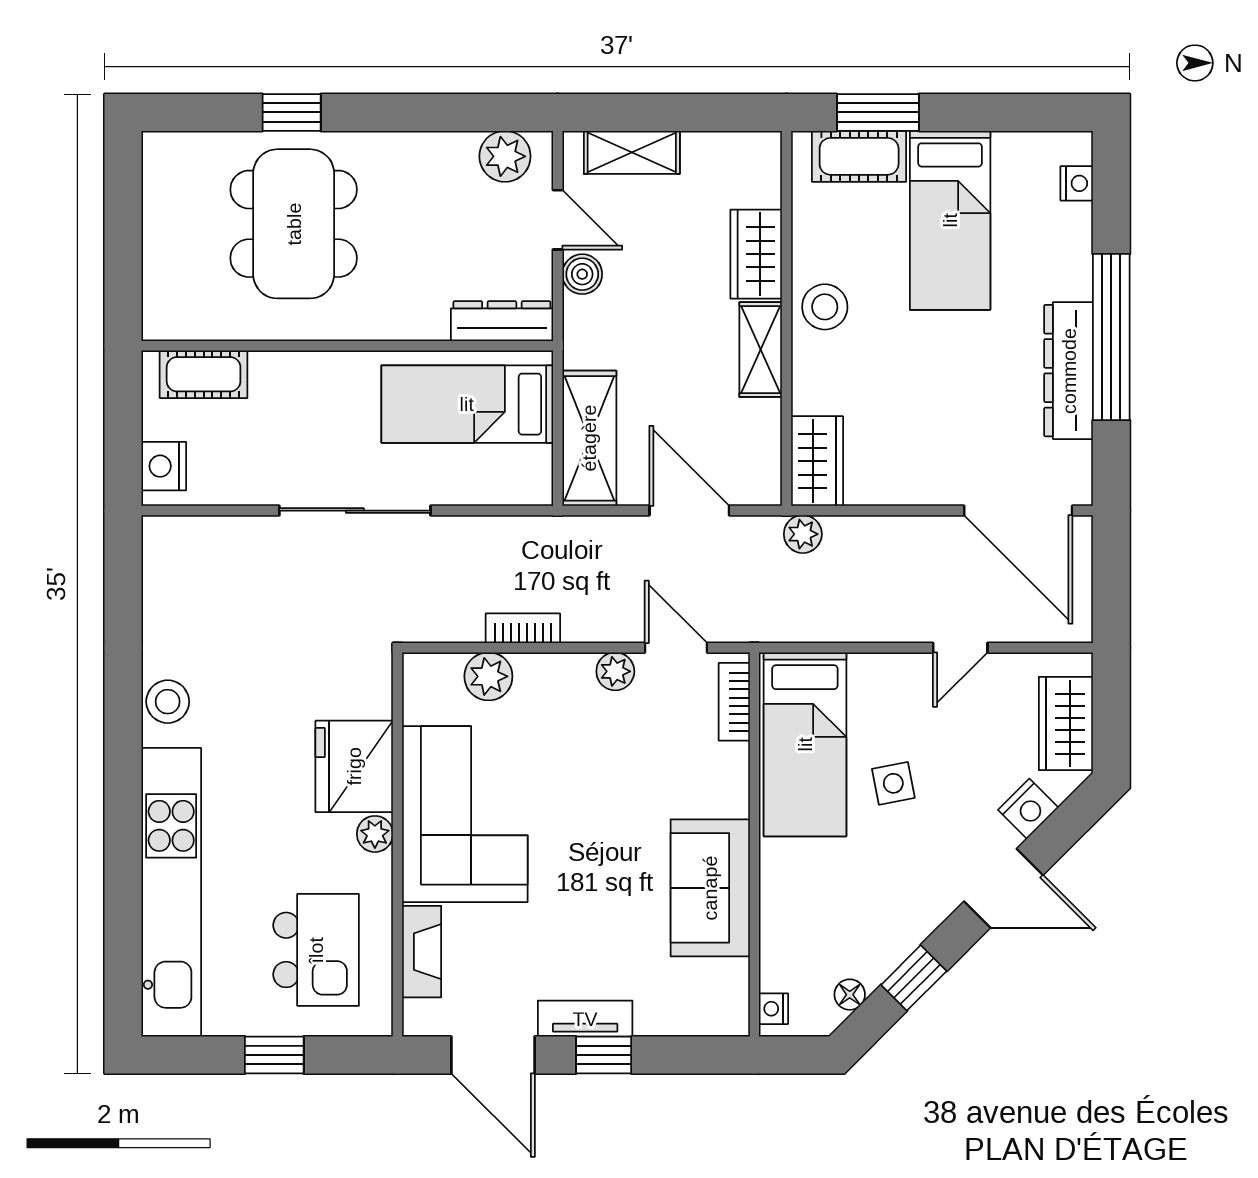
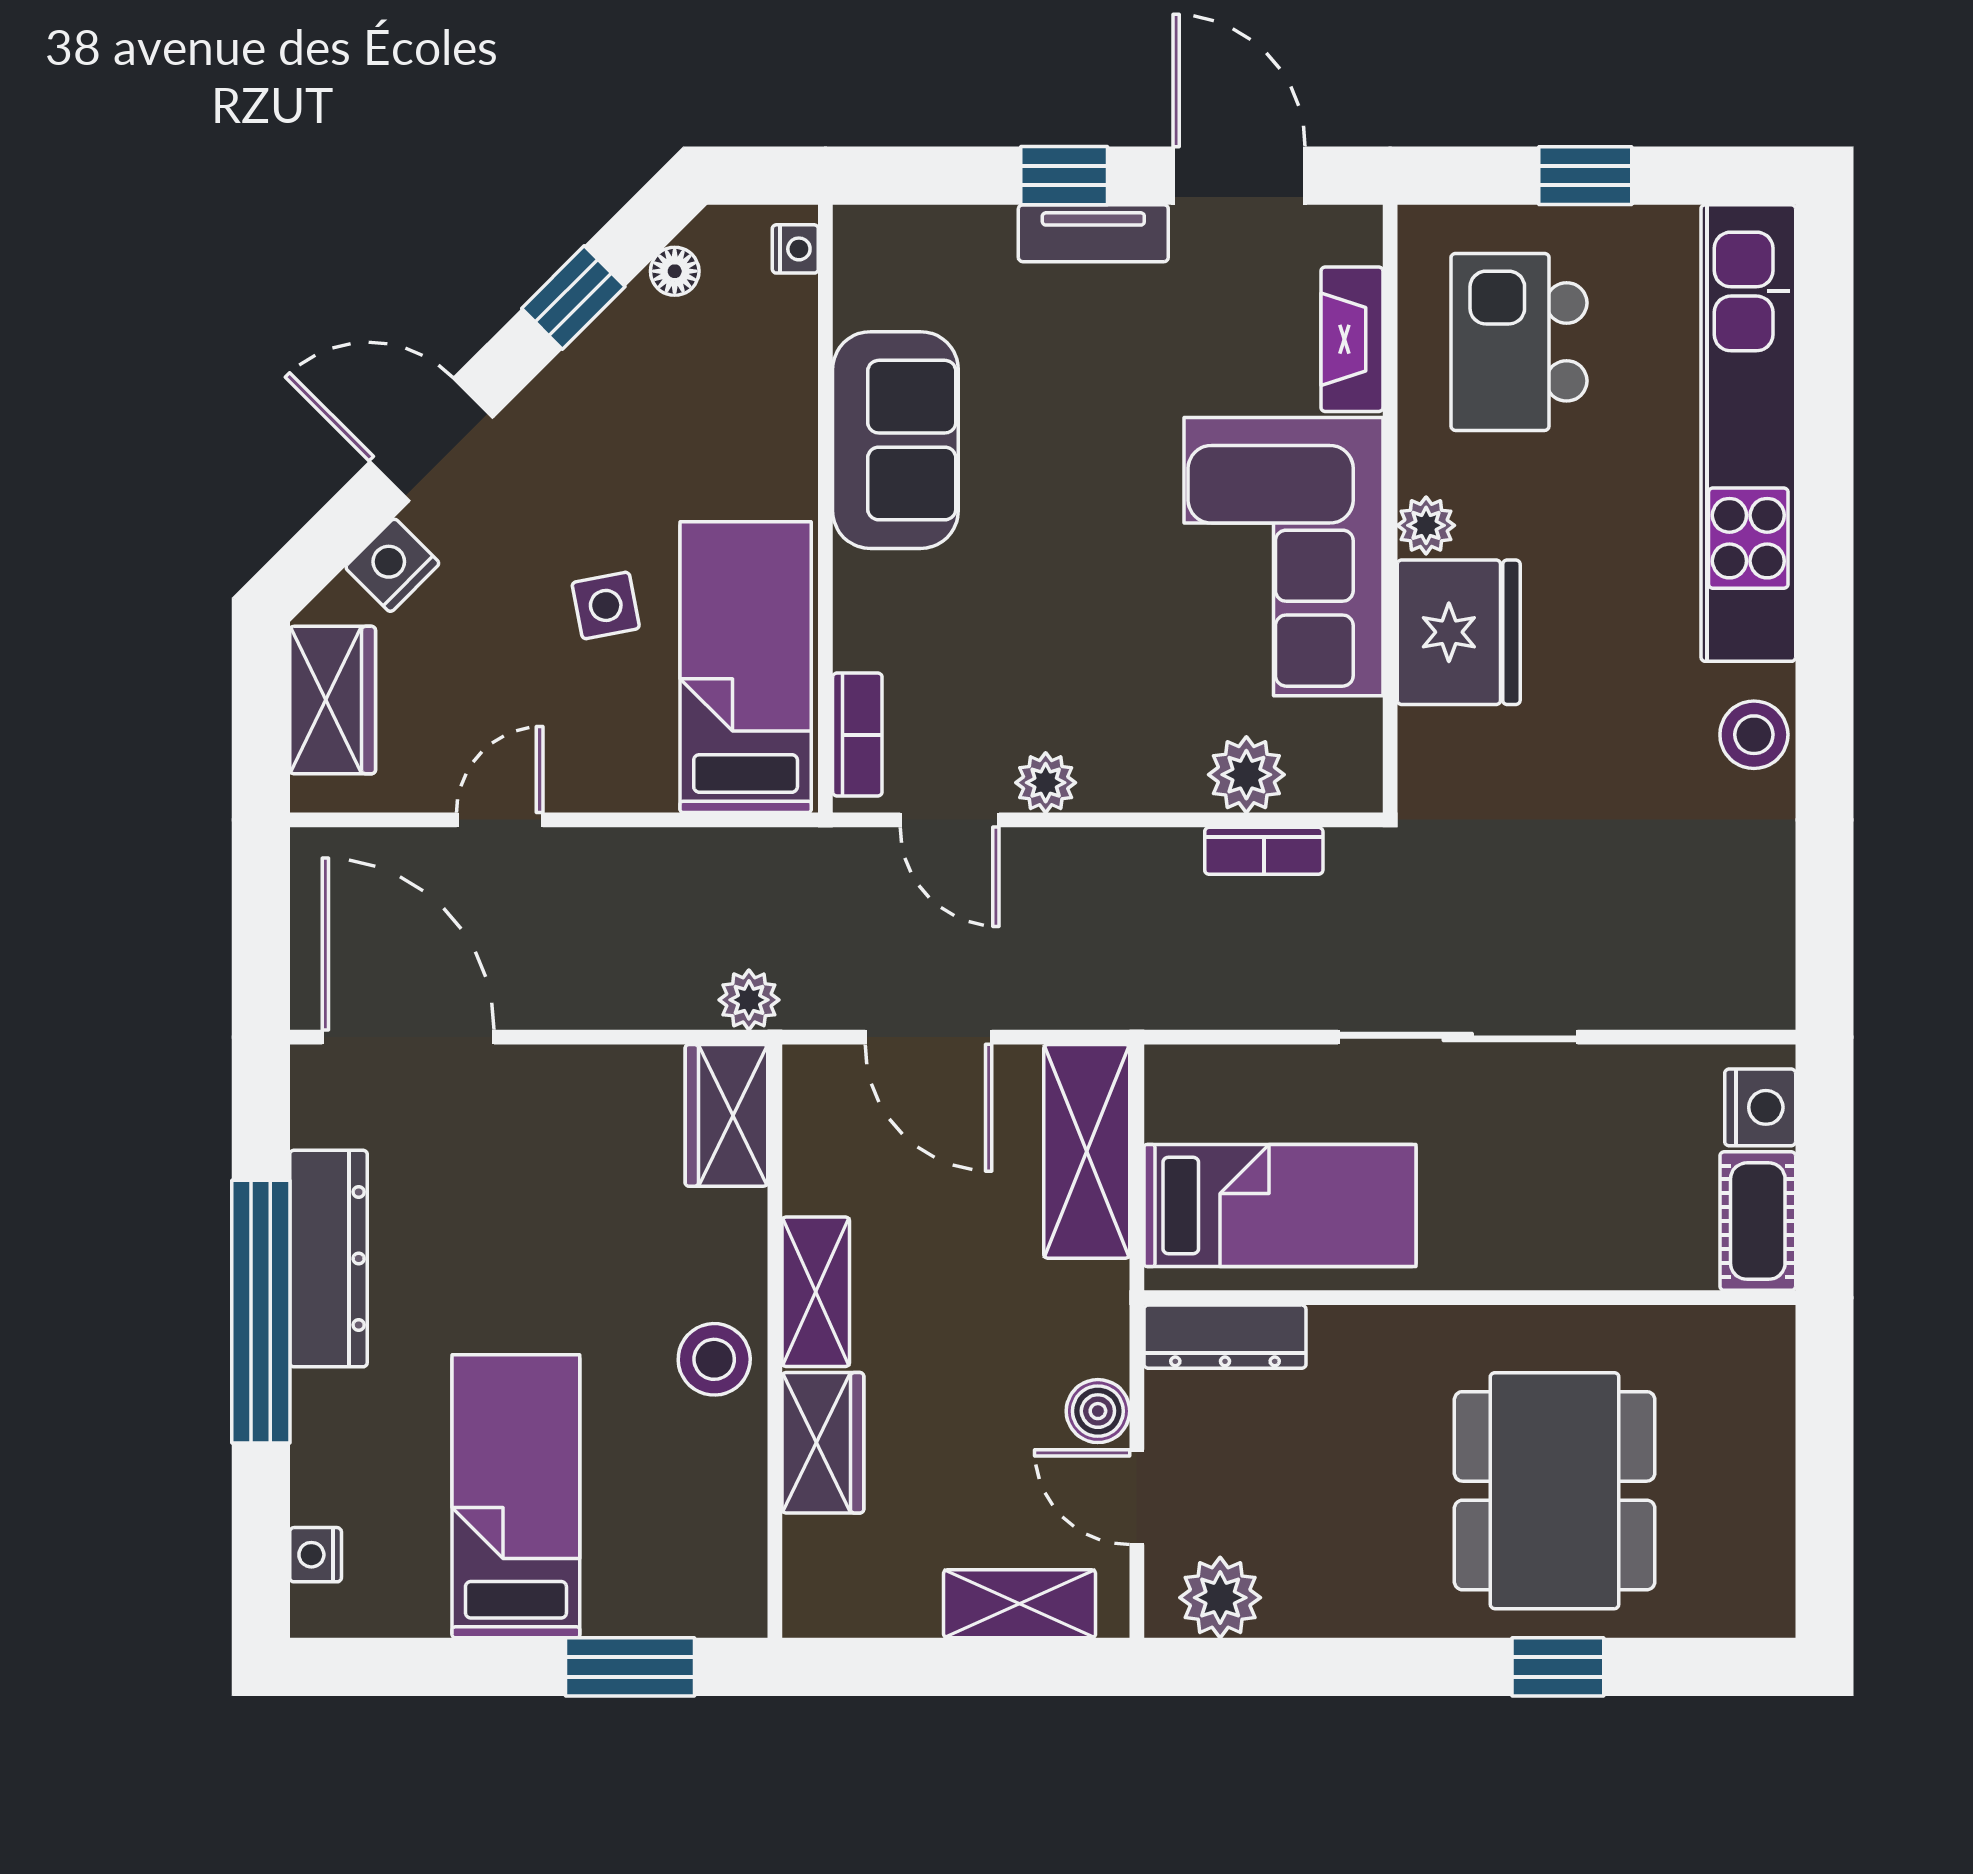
cot: (859, 156) -> (660, 1597), removed
cot: (204, 374) -> (1758, 1221), moved, turned 90
bookcase: (523, 628) -> (1264, 851), moved

